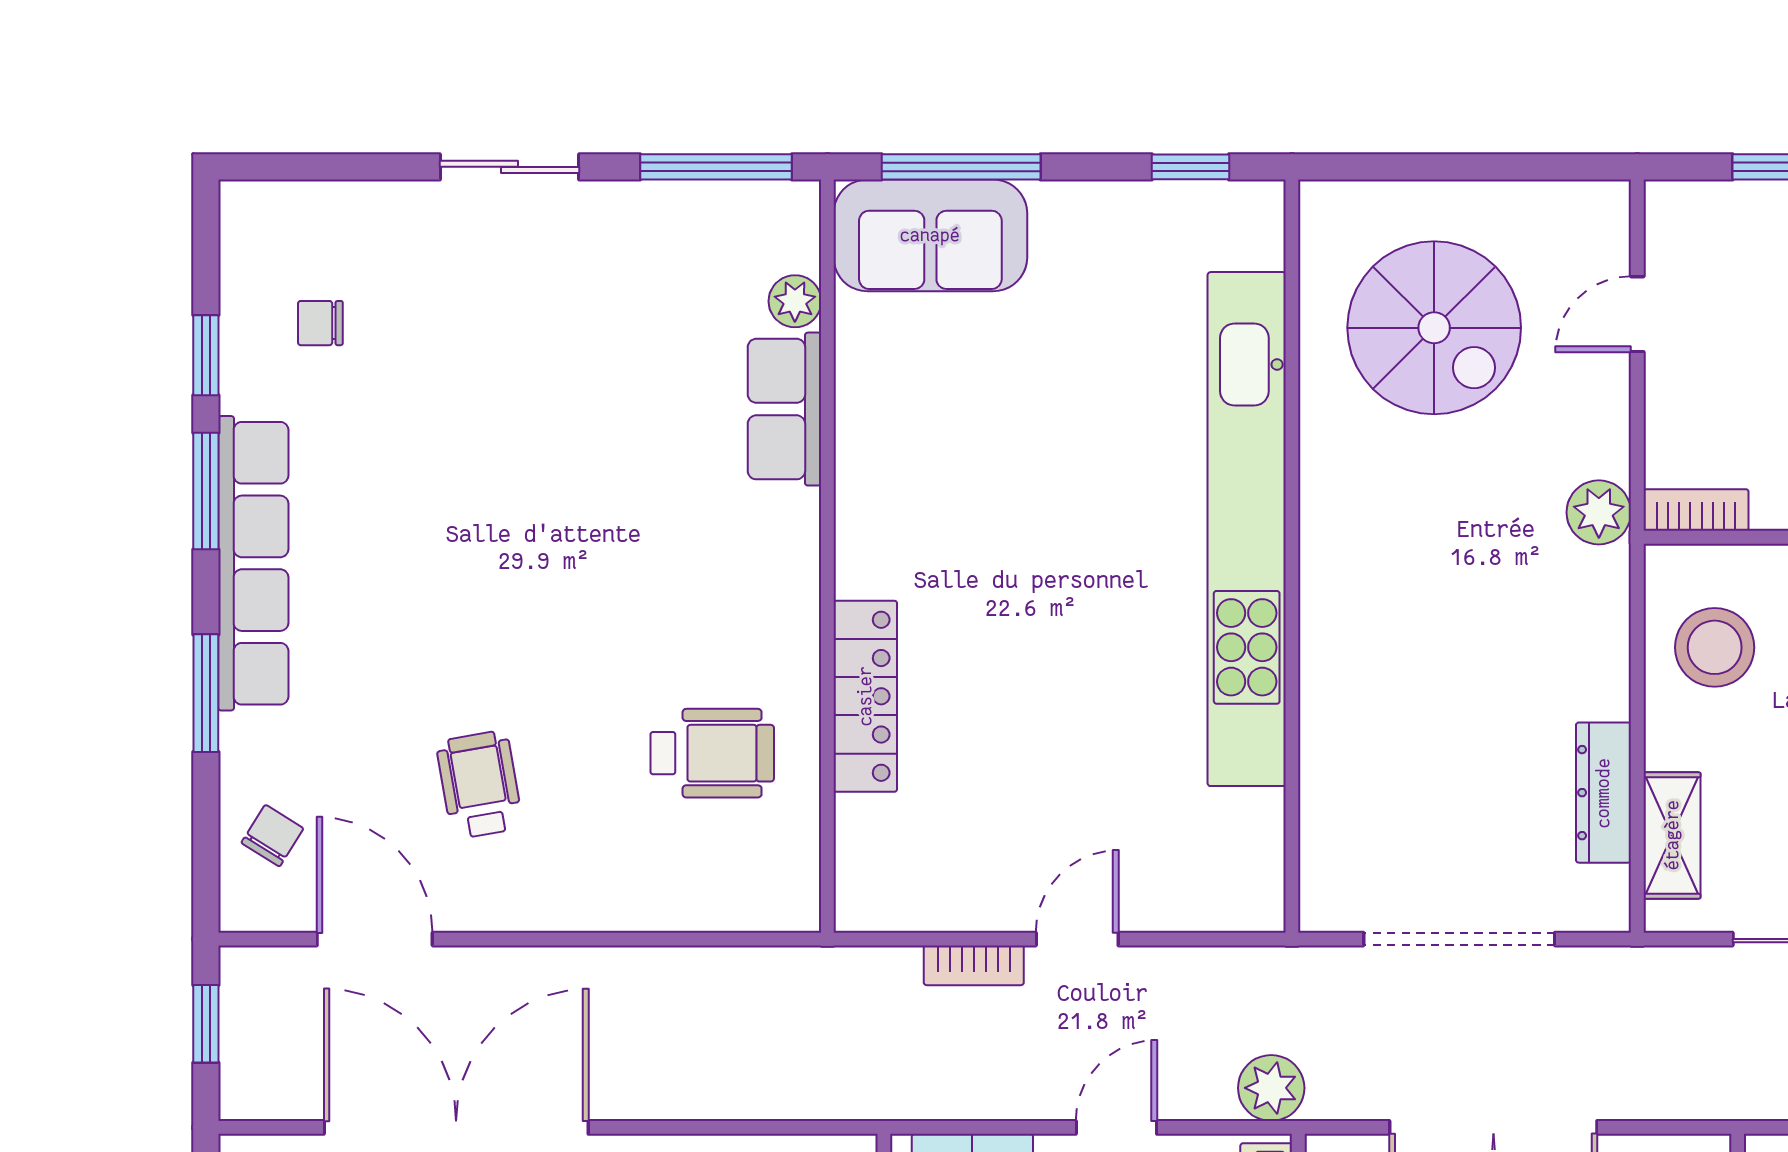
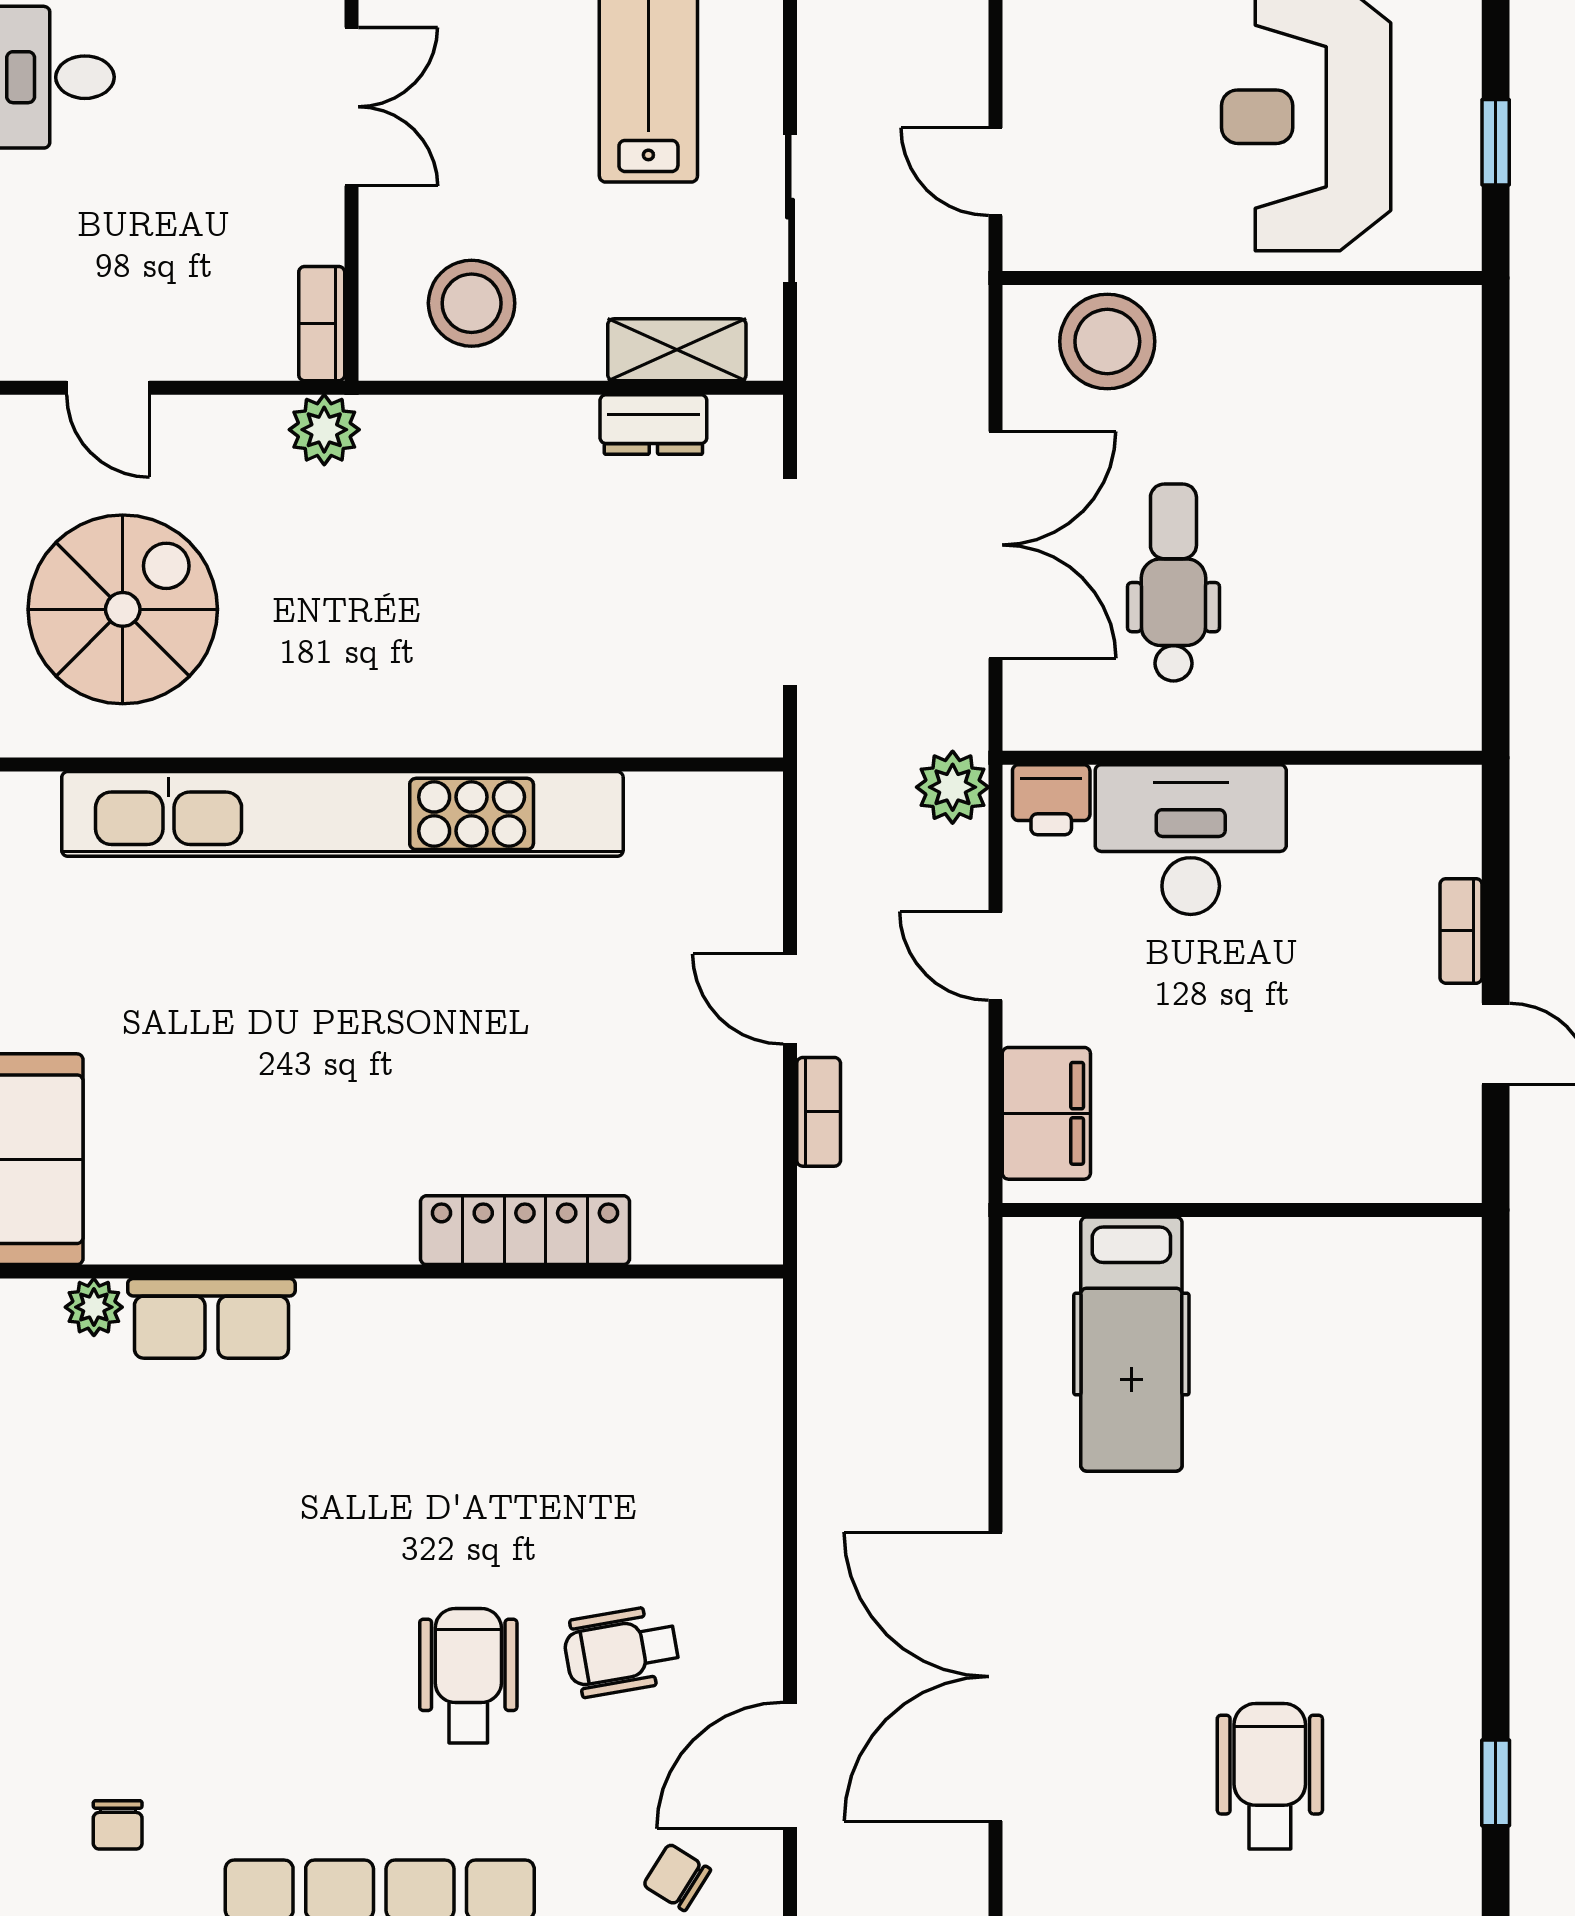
wheelchair: (712, 753) -> (468, 1676), moved
dresser: (1603, 793) -> (653, 425), width x0.70

